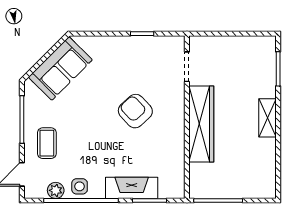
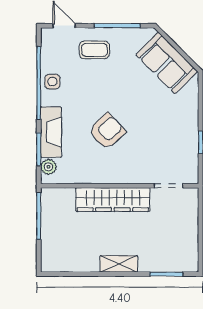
armchair: (135, 111) -> (107, 131), moved
plant: (56, 190) -> (49, 167), moved

